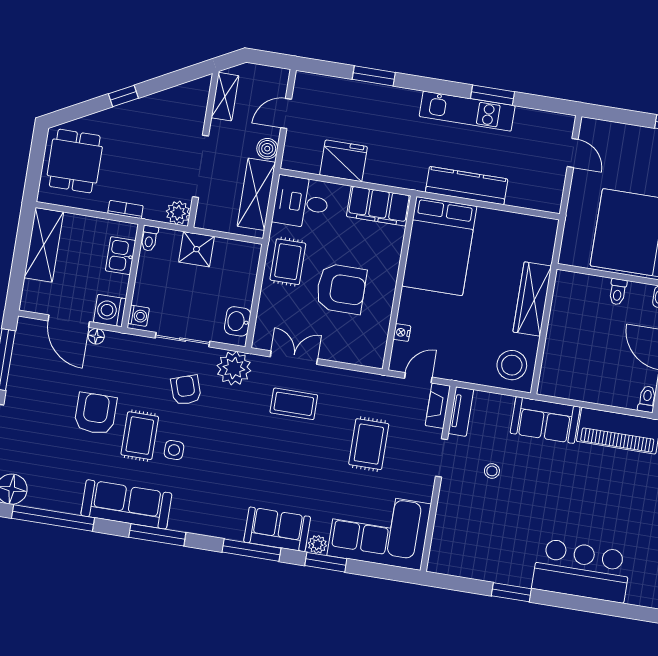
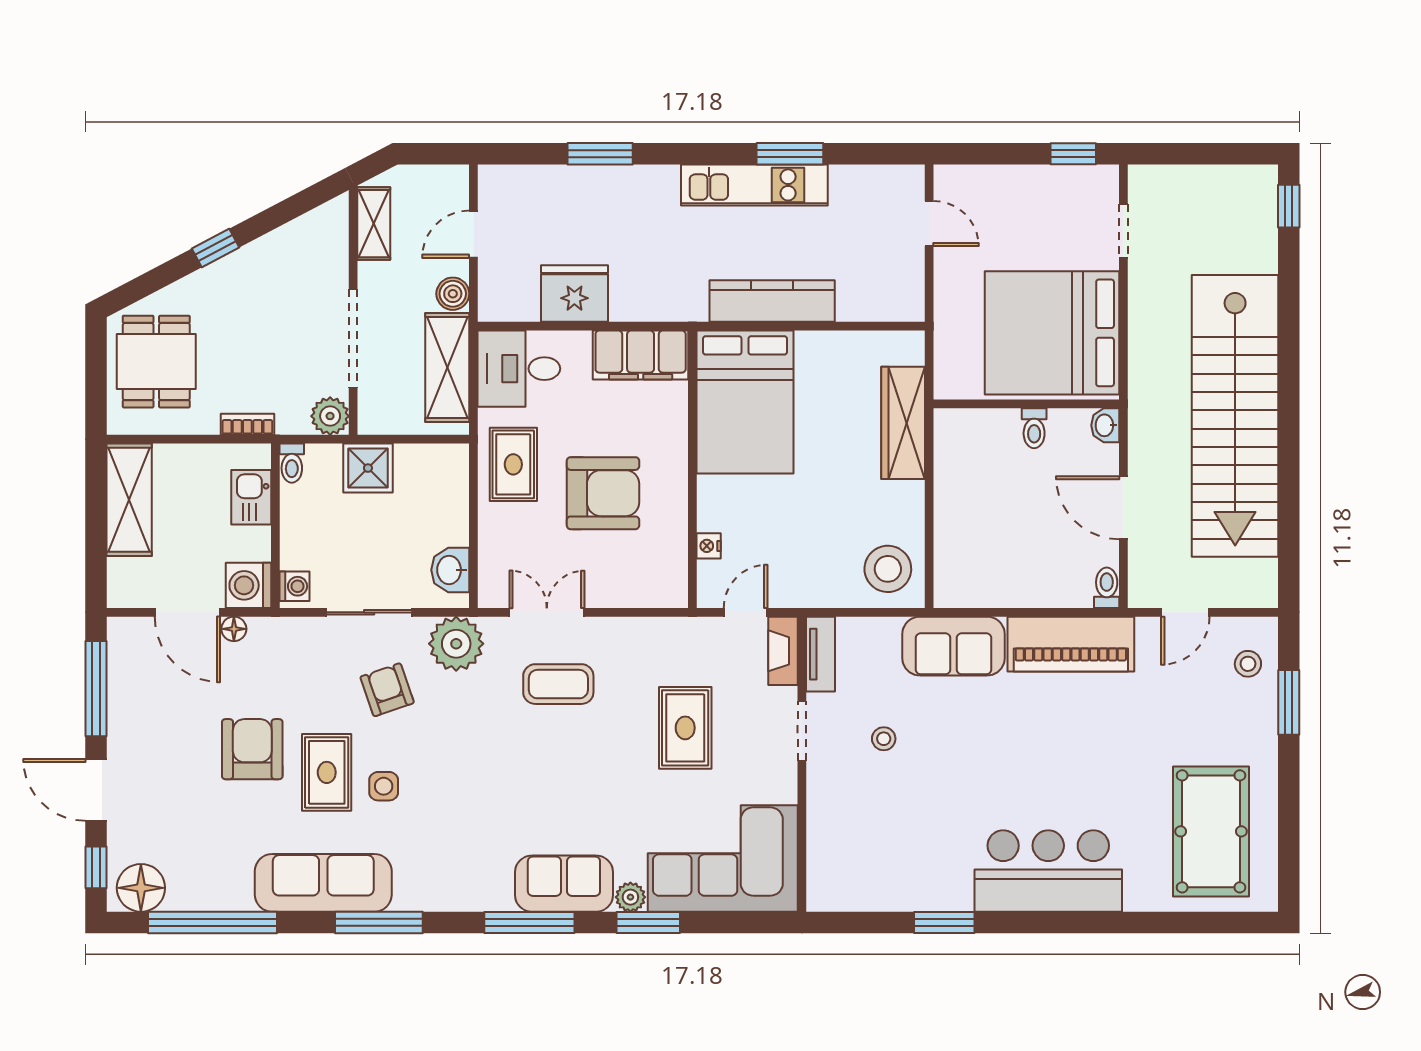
wardrobe: (532, 299) -> (903, 423), moved

